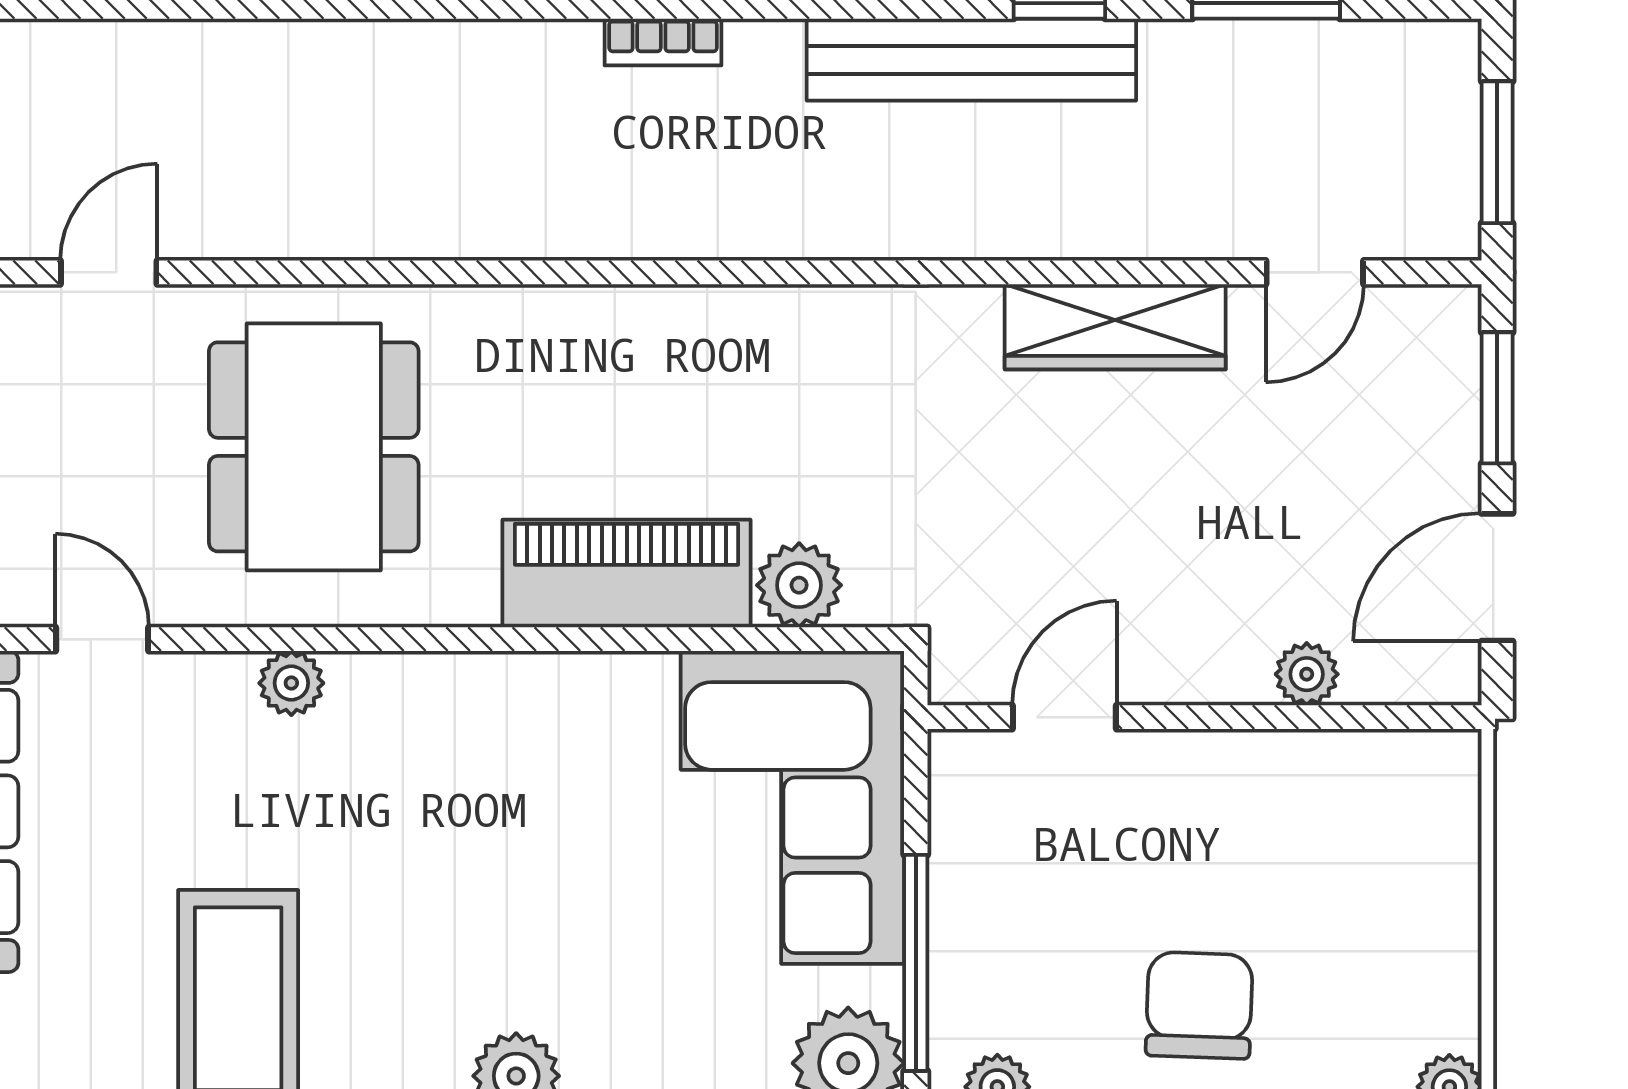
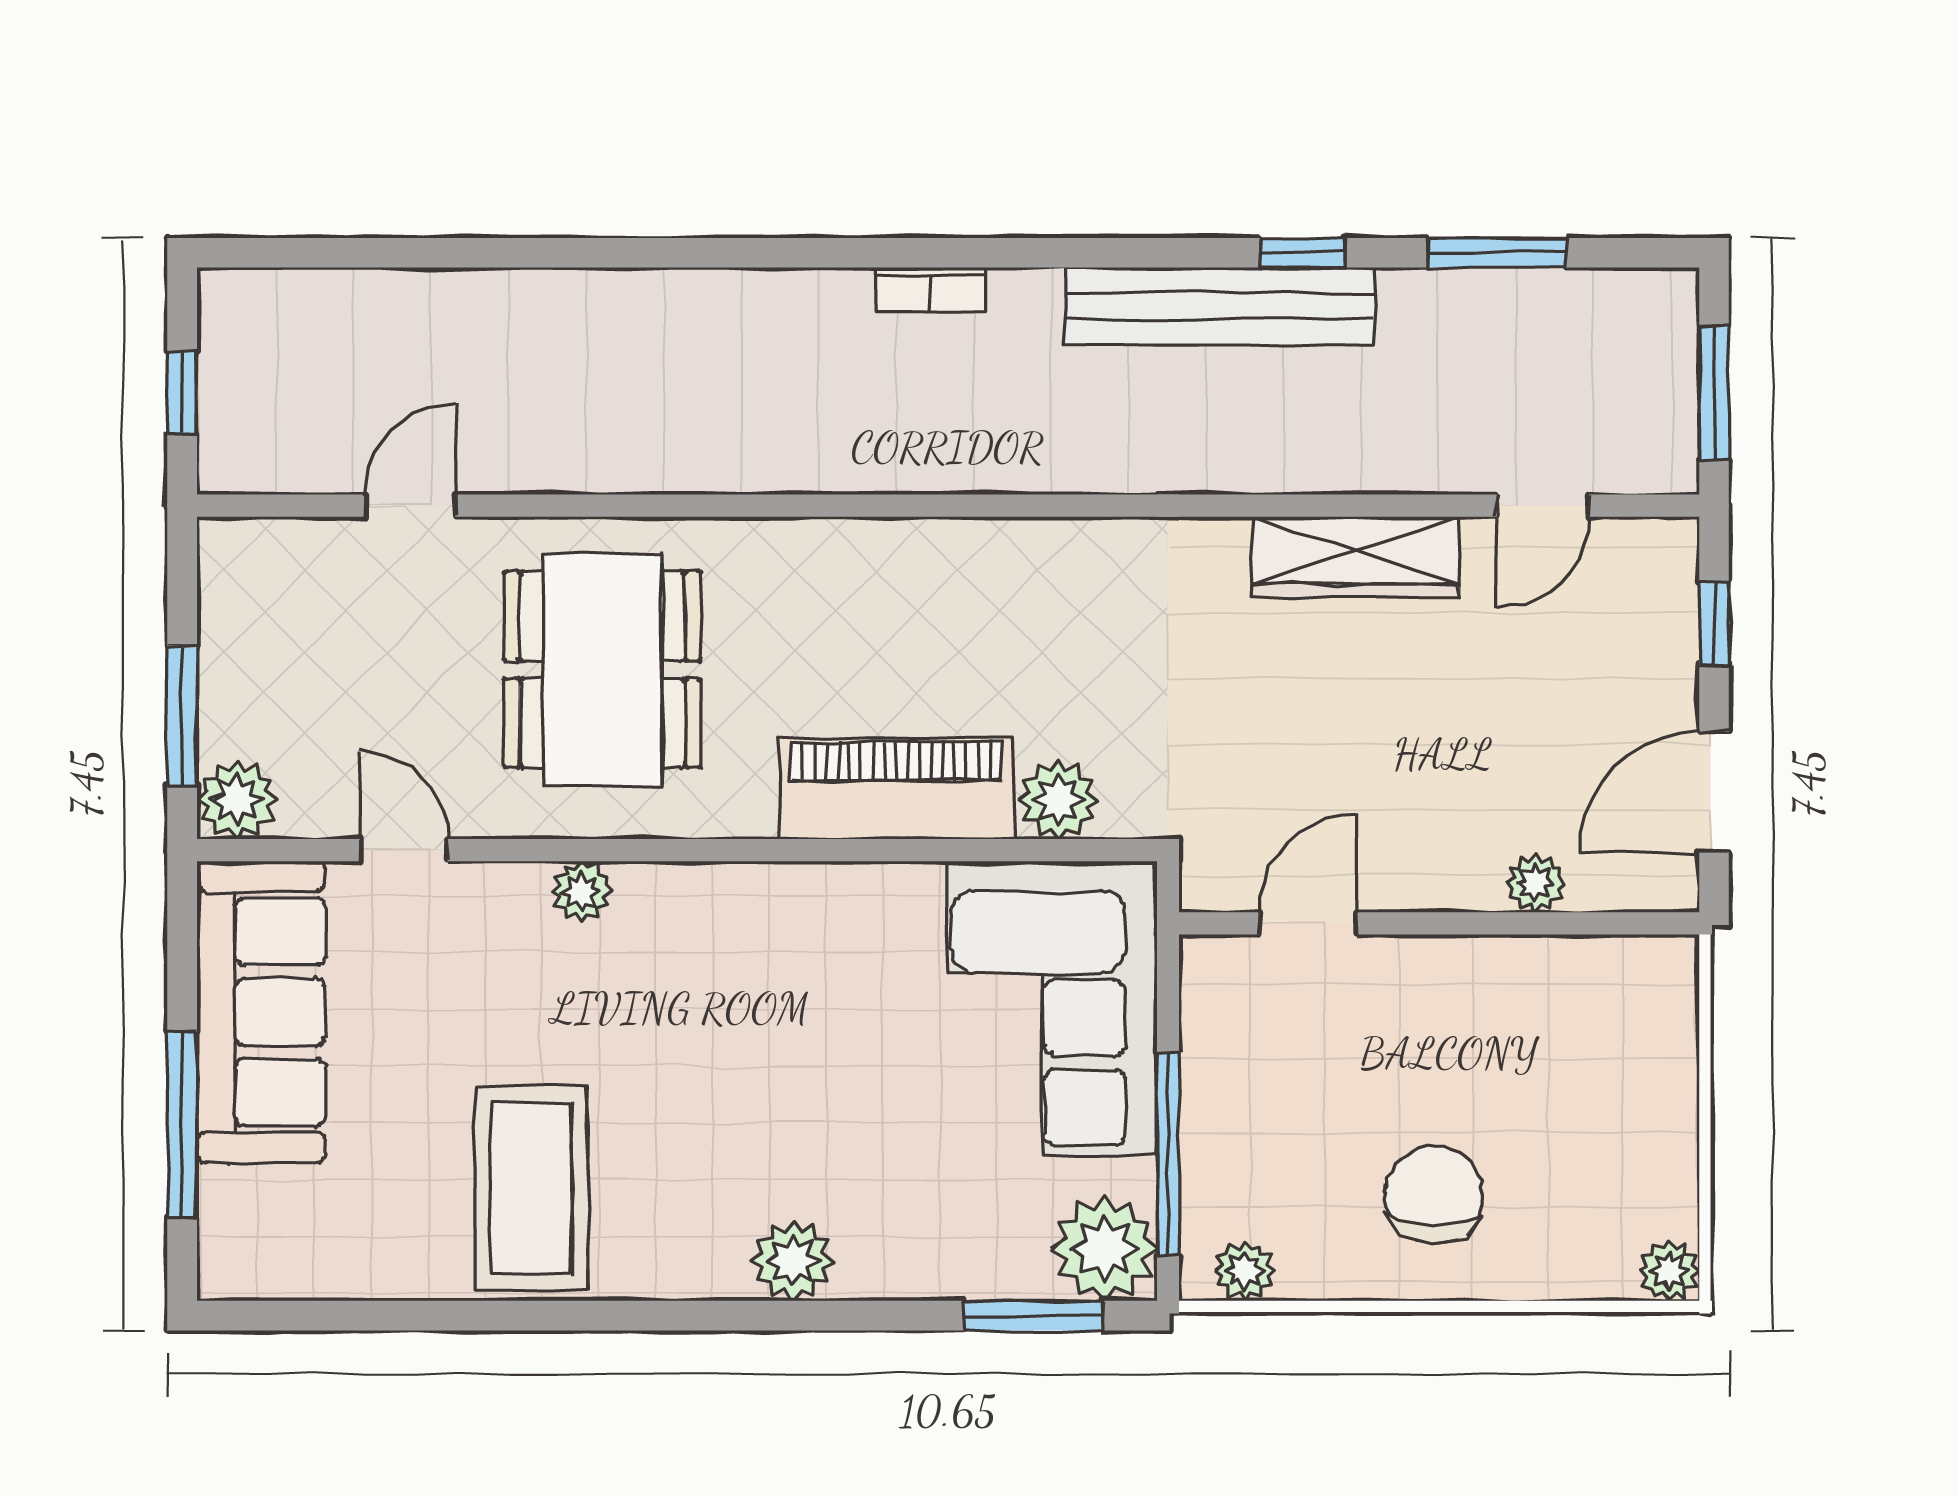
window: (1497, 398) -> (1714, 624), width x0.67

